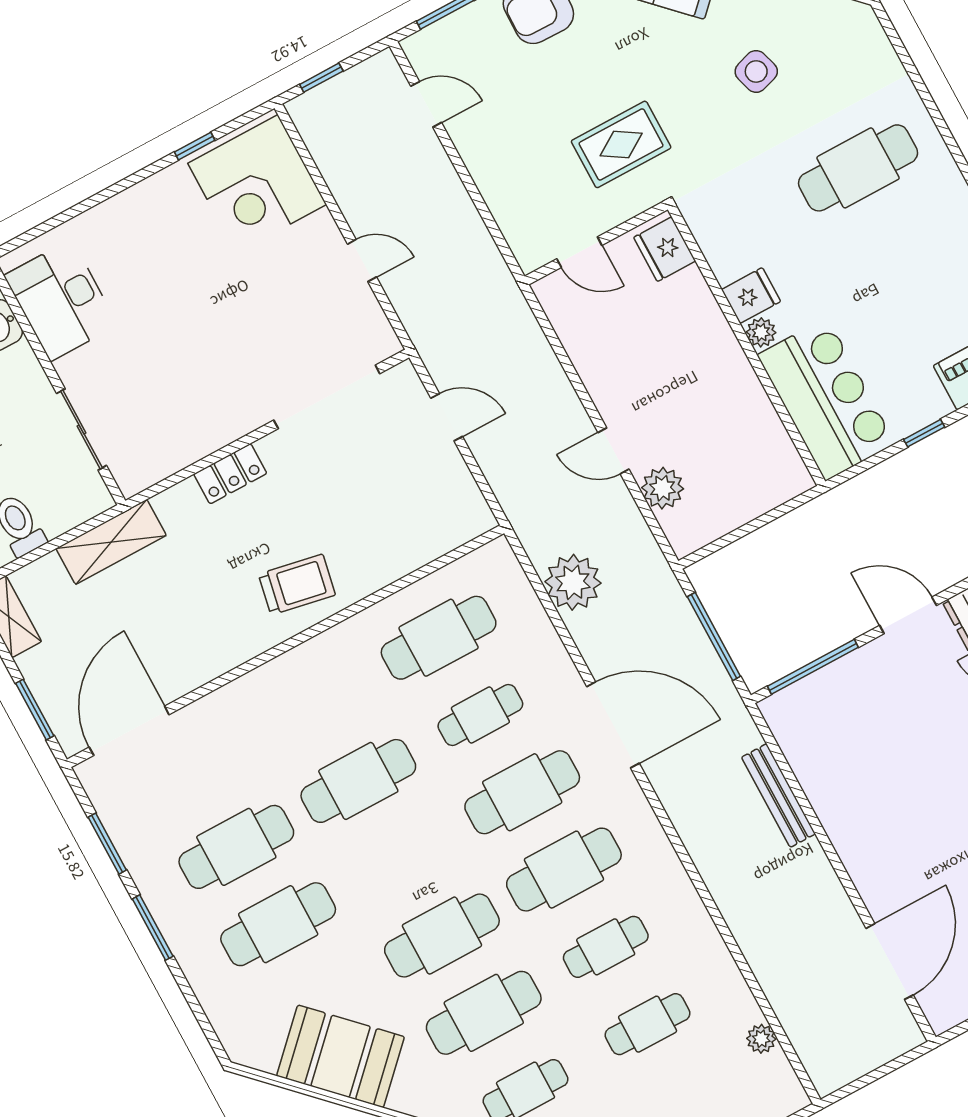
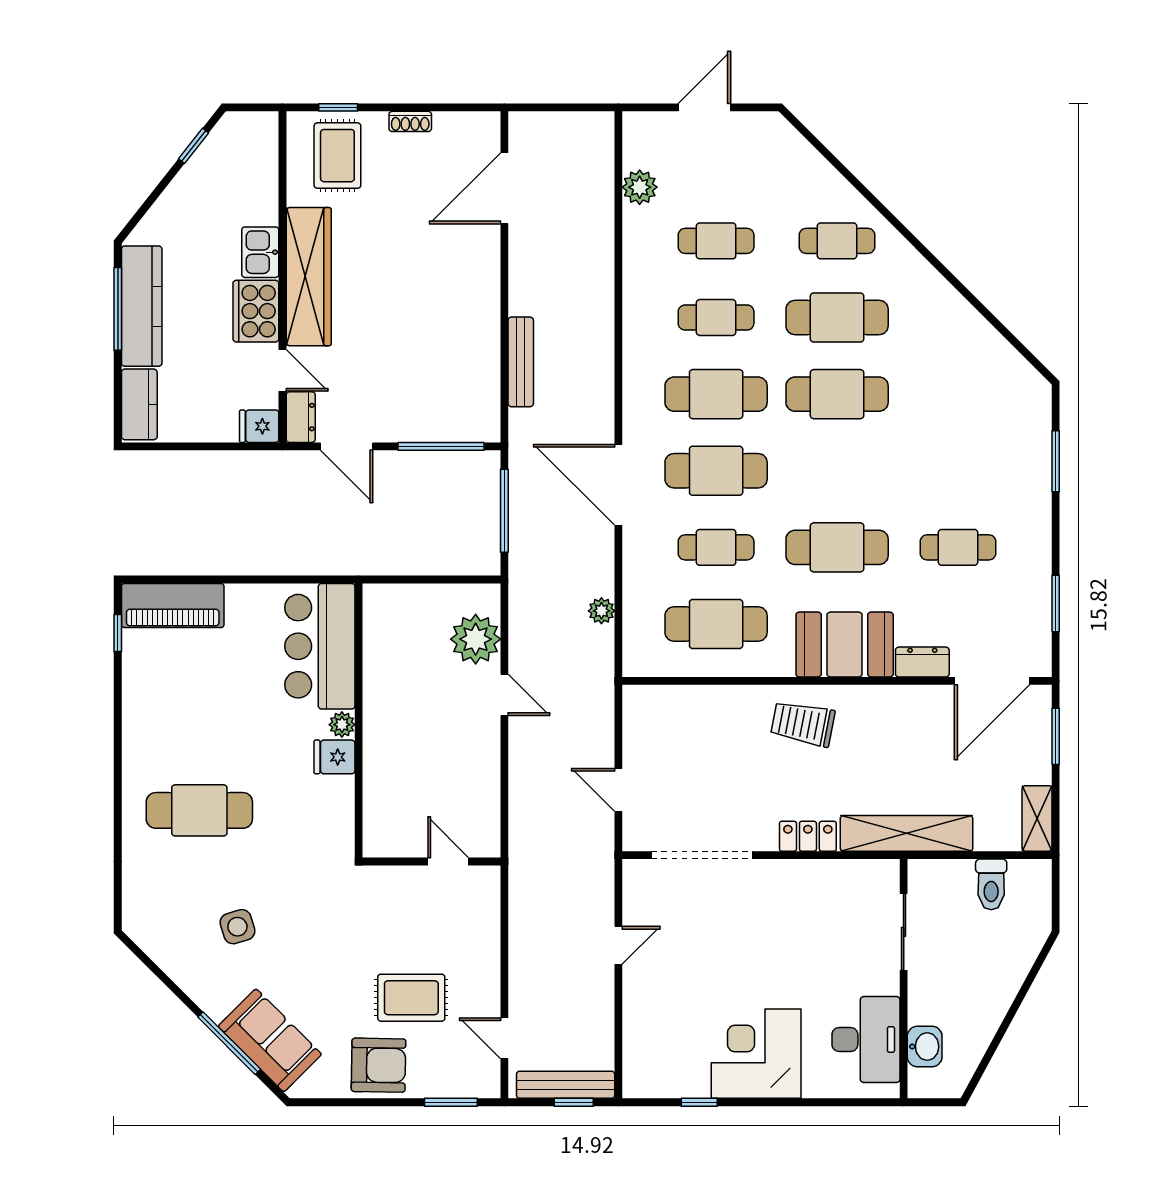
bench: (339, 91) -> (566, 1085), added
rug: (621, 144) -> (411, 998), moved
corner desk: (257, 184) -> (756, 1054), moved, turned -90
fridge: (665, 249) -> (381, 828), removed
door: (362, 260) -> (618, 945), swing flipped
window: (924, 433) -> (259, 579), removed
plant: (663, 488) -> (476, 639), width x1.36, depth x1.36
shelving: (111, 542) -> (906, 833), width x1.47
plant: (573, 582) -> (601, 611), width x0.53, depth x0.53
dresser: (210, 712) -> (922, 662), added
cafe table: (236, 847) -> (958, 547), width x0.73, depth x0.74
cafe table: (278, 924) -> (958, 471), removed
window: (153, 928) -> (1056, 461), moved
plant: (761, 1039) -> (640, 187), width x1.38, depth x1.38
booth: (341, 1056) -> (845, 645), moved, turned -45

